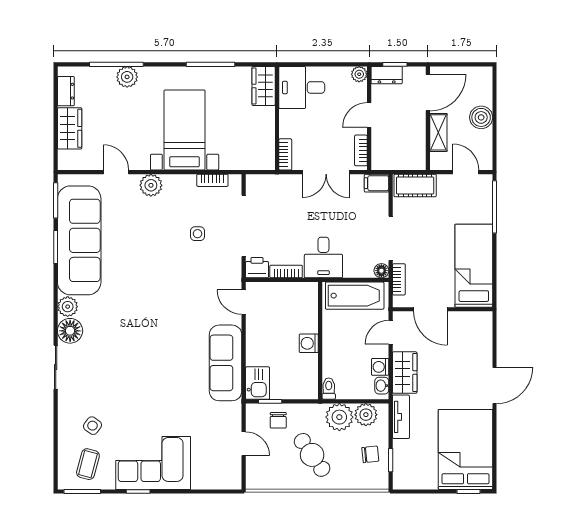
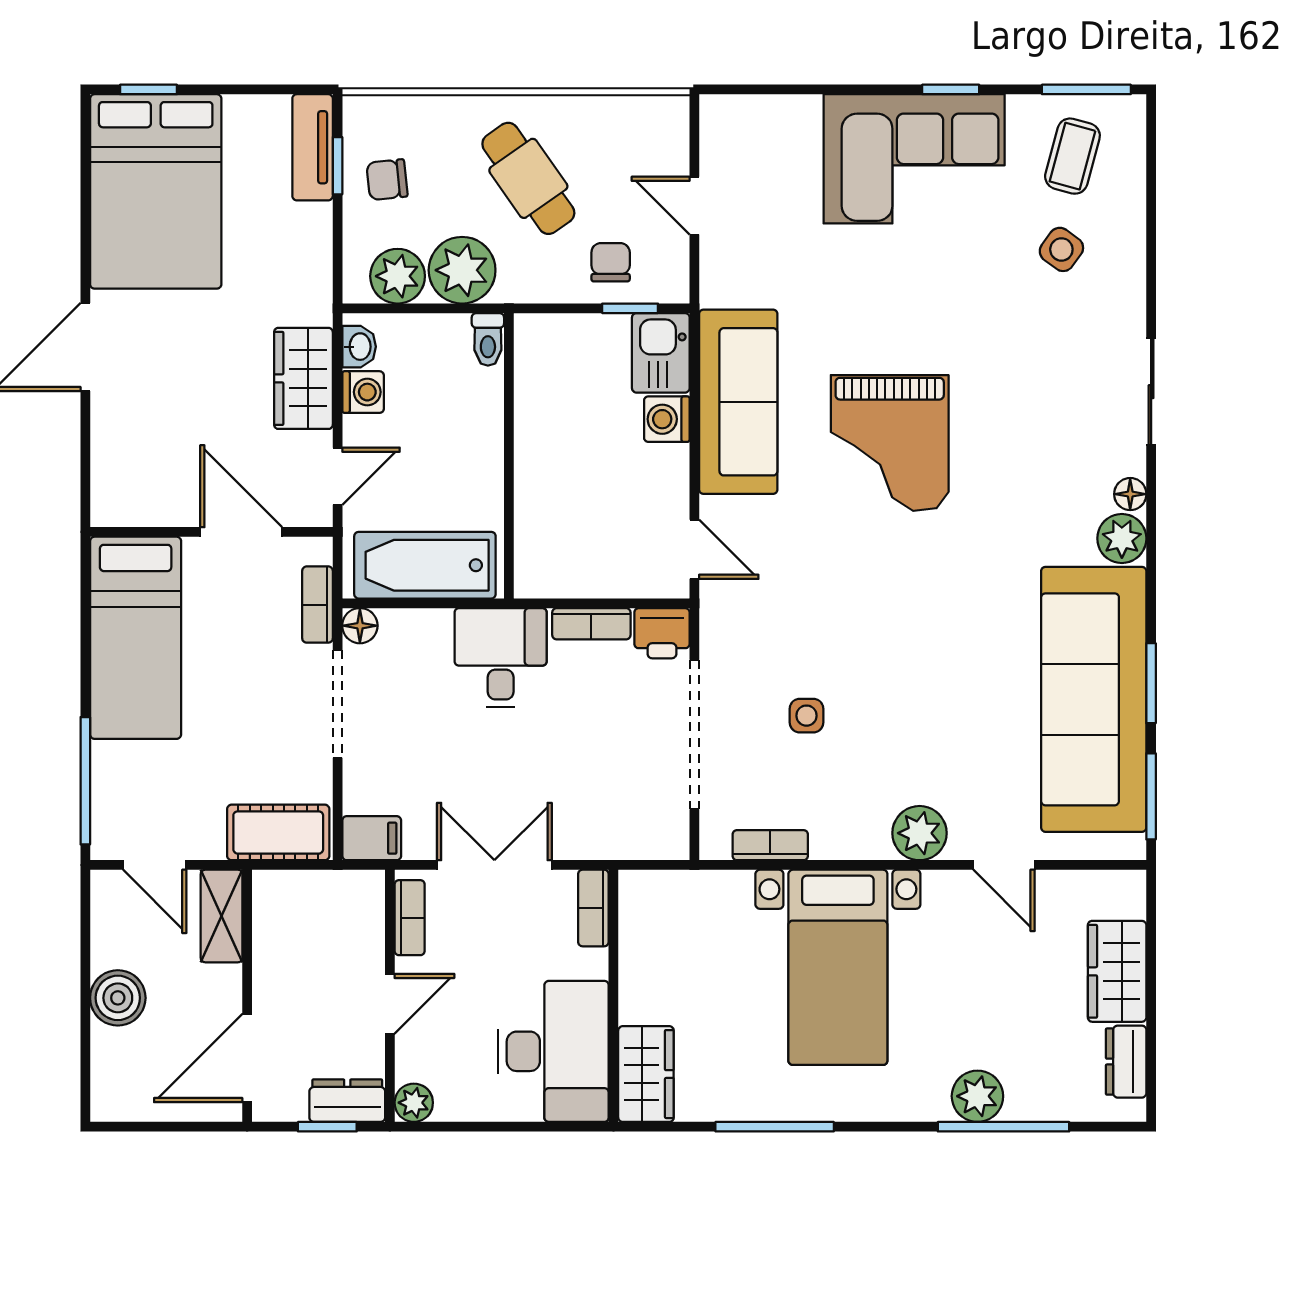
desk: (302, 87) -> (553, 1051), width x1.37
shelving: (438, 132) -> (222, 916), moved
floor lamp: (70, 331) -> (1130, 494), width x0.53, depth x0.53
washing machine: (309, 343) -> (667, 419), moved, turned 180
grand piano: (163, 346) -> (890, 443), added
tv unit: (401, 417) -> (313, 147), moved

